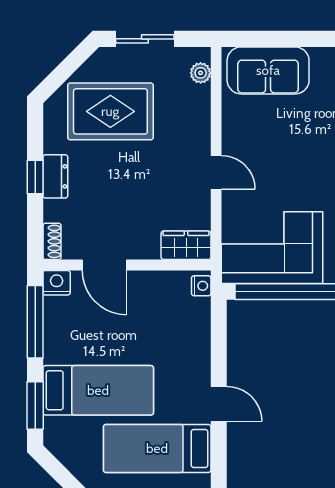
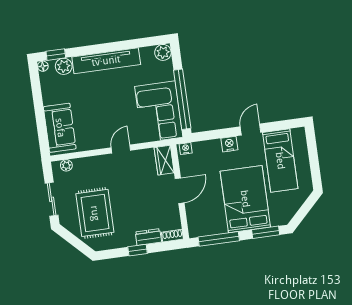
dresser: (55, 176) -> (148, 237), moved
door: (104, 265) -> (180, 191), moved
nightstand: (57, 283) -> (229, 144), moved, turned 90
bed: (98, 390) -> (245, 199), width x1.50

